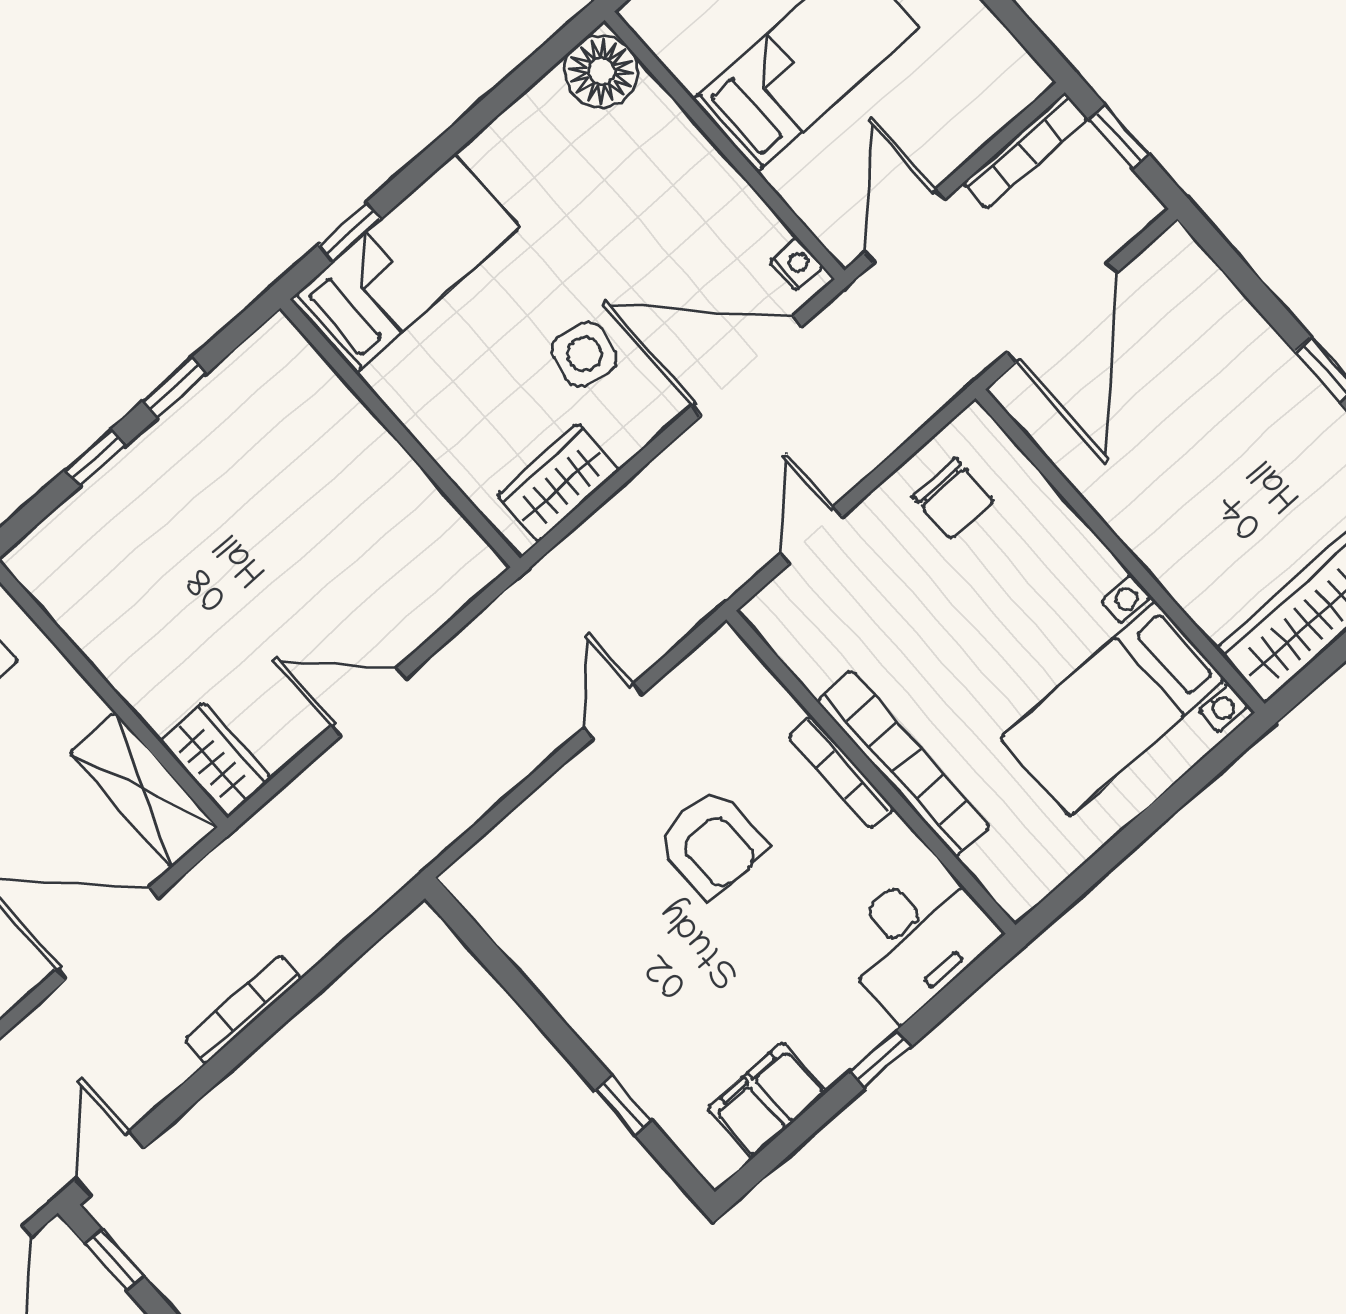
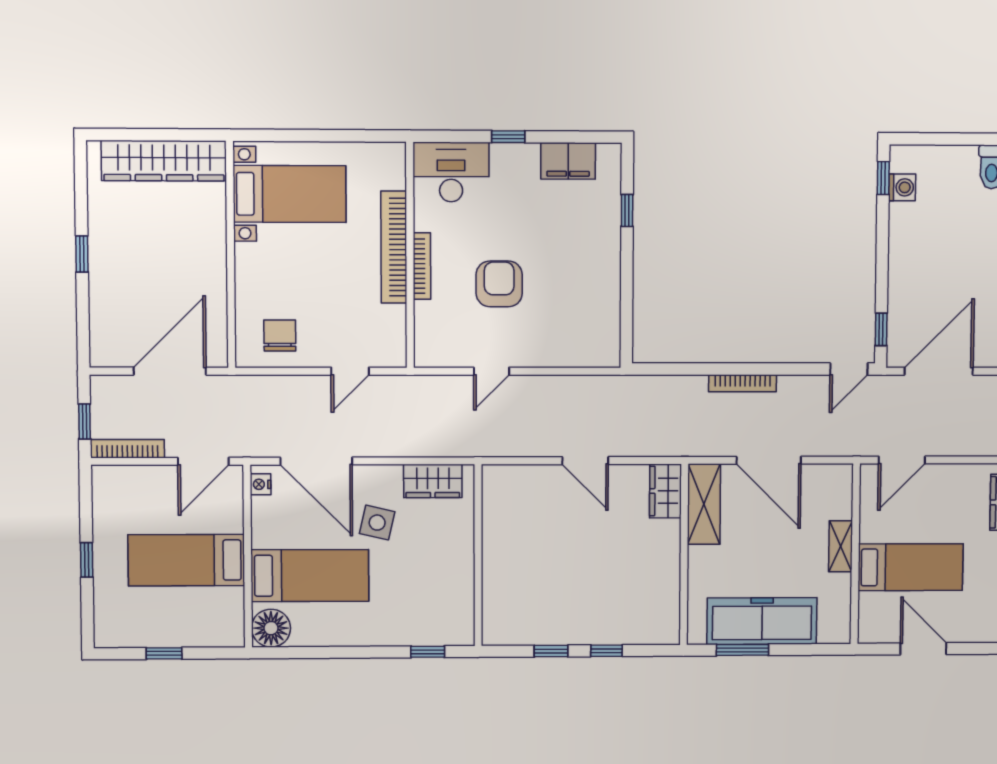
bed: (405, 263) -> (310, 576), moved, turned 180

